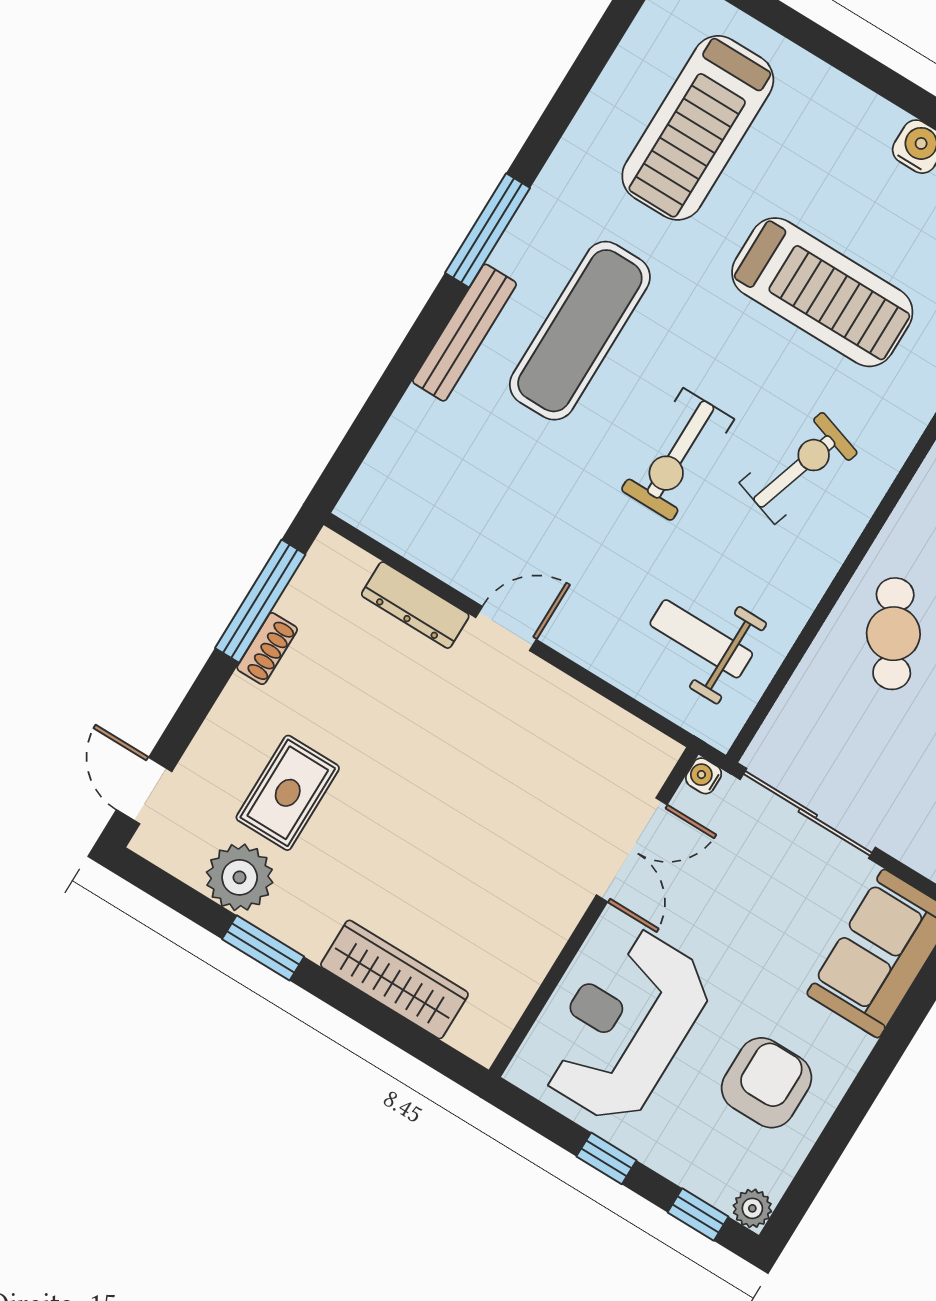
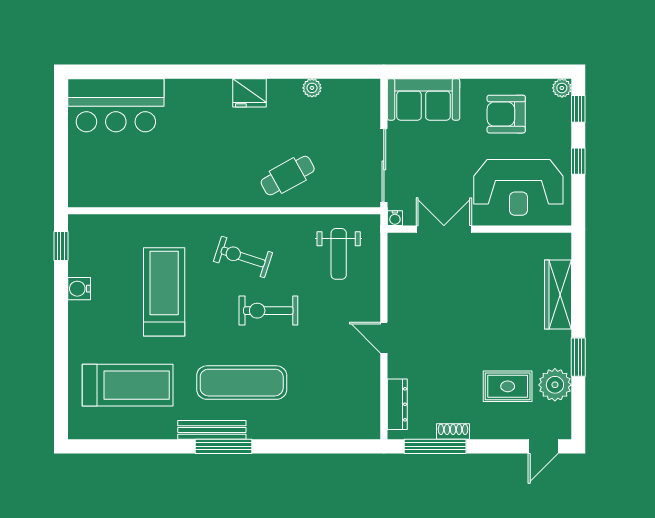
bench: (464, 333) -> (212, 430), moved
exercise bike: (677, 455) -> (268, 311), turned 180
dresser: (415, 605) -> (397, 404), moved

